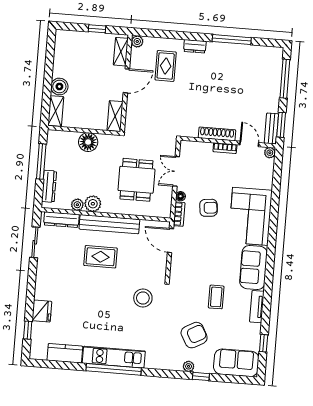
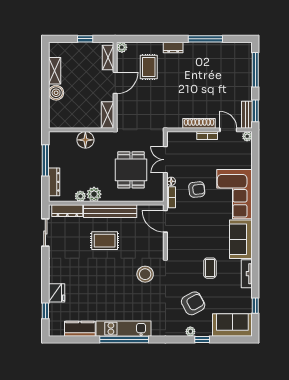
shelving: (56, 111) -> (55, 71), moved

